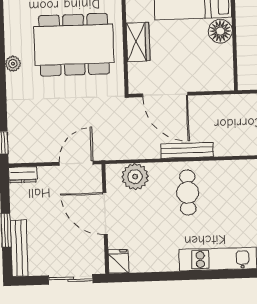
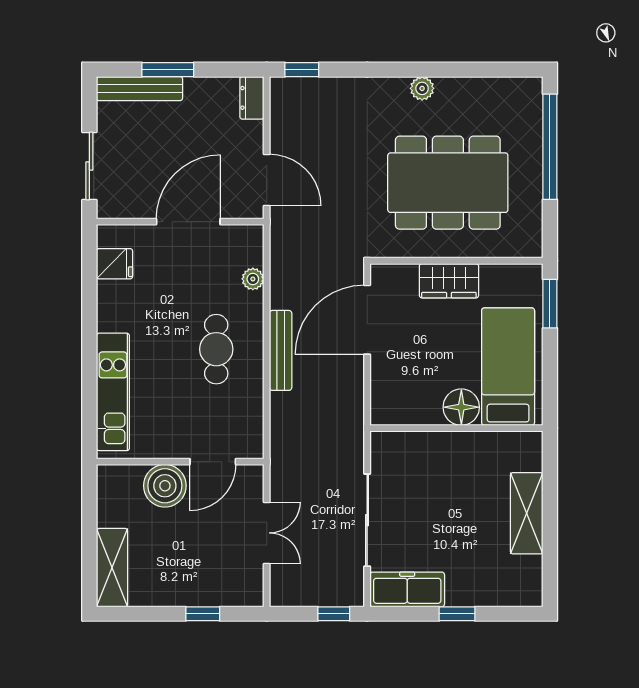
dining table: (74, 45) -> (448, 183), turned 90
plant: (135, 177) -> (253, 279), width x0.53, depth x0.53
cafe table: (188, 192) -> (216, 349), turned 90
fridge: (118, 261) -> (114, 264), moved

